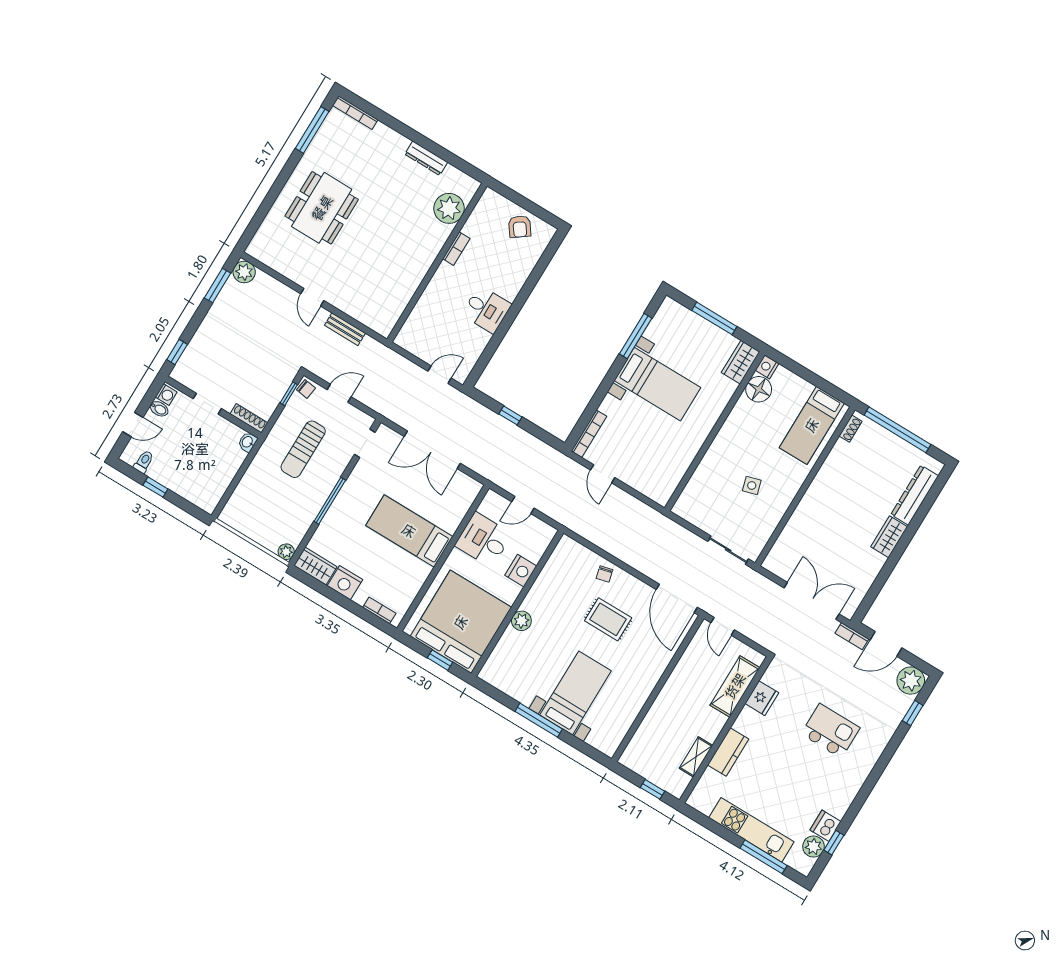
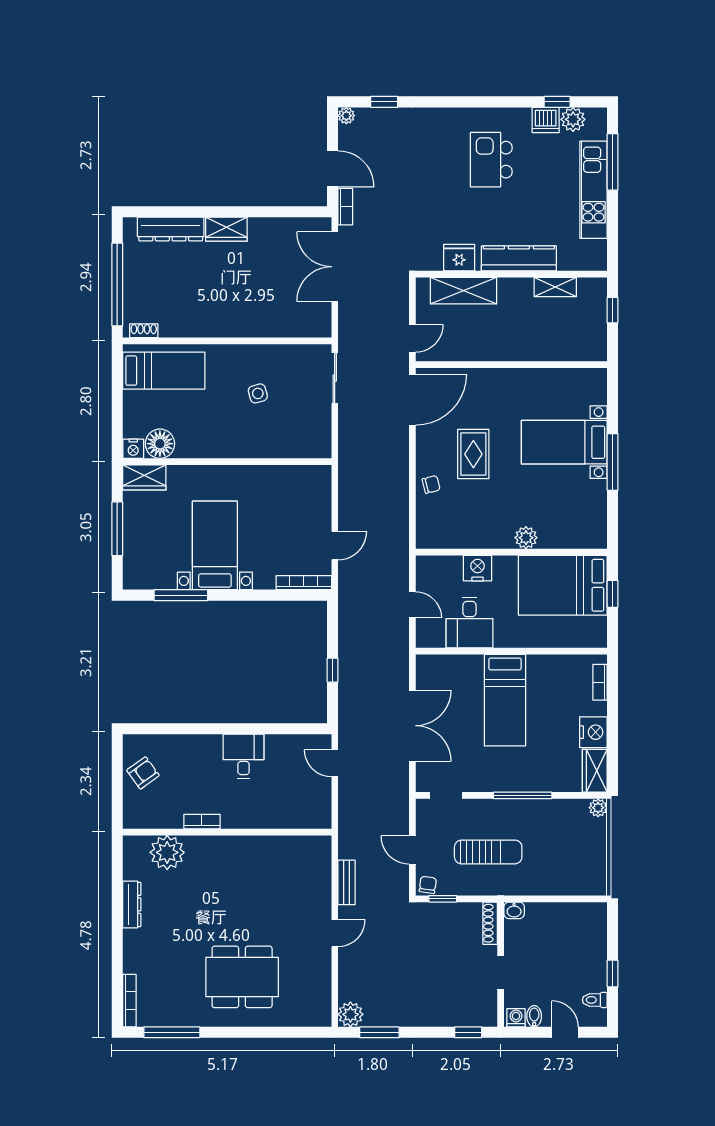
bed: (461, 622) -> (563, 585), width x0.73
plant: (911, 681) -> (346, 116), width x0.53, depth x0.53
kitchen island: (830, 731) -> (491, 160), moved
kitchen counter: (728, 752) -> (519, 258), width x1.50

